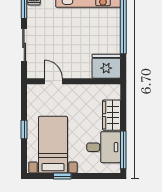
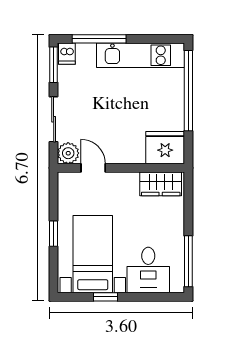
plant: (35, 70) -> (68, 153), added
wardrobe: (112, 115) -> (161, 184), moved, turned -90
desk: (104, 147) -> (148, 270), moved, turned 90

